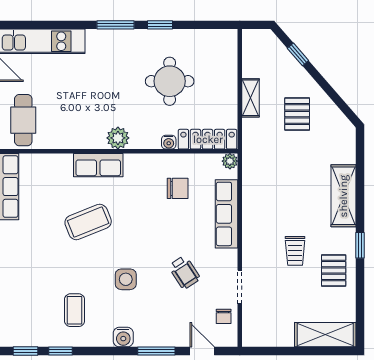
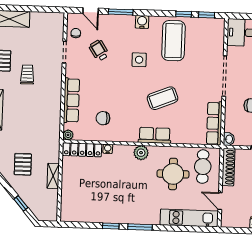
round table: (170, 81) -> (173, 174), moved
wheelchair: (184, 272) -> (99, 50), moved
coffee table: (75, 310) -> (173, 41), width x1.86, depth x1.72

